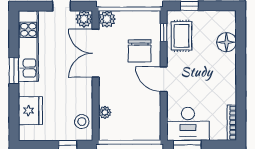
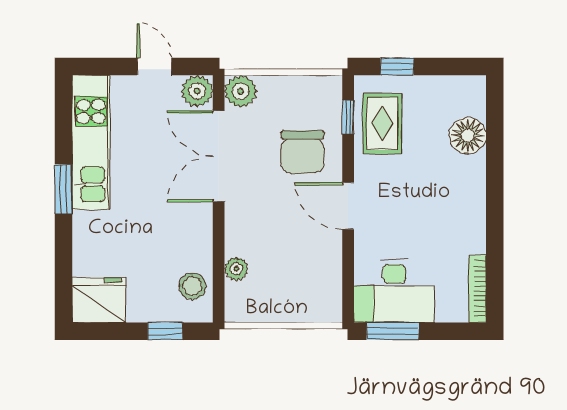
fridge: (30, 111) -> (99, 300), moved, turned -90

